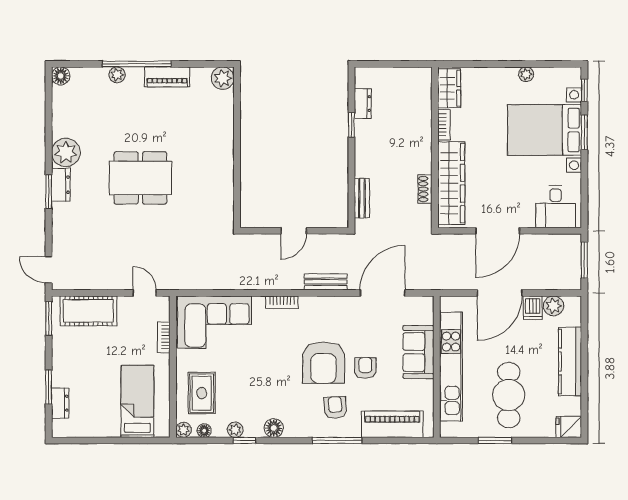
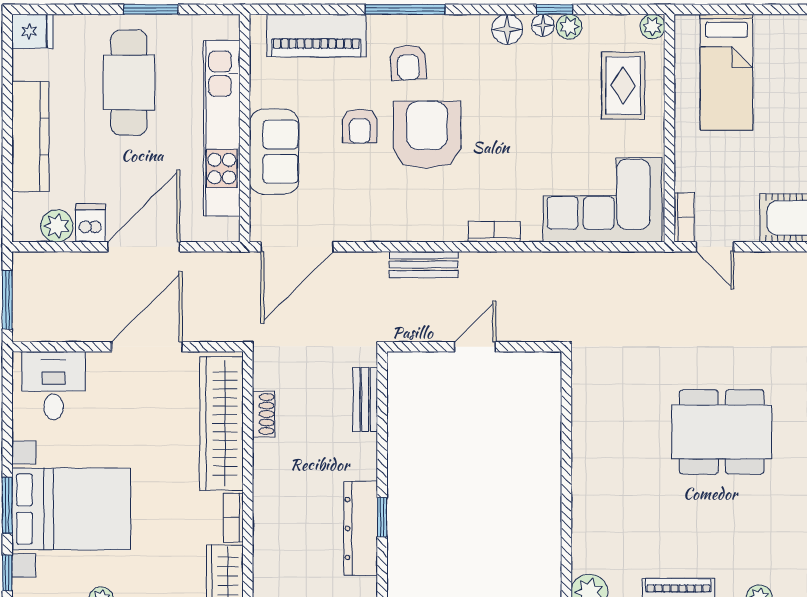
dresser: (363, 104) -> (361, 528), width x1.96, depth x1.24
door: (383, 293) -> (297, 247), moved
bookcase: (164, 337) -> (684, 217), moved
floor lamp: (204, 431) -> (543, 25), moved

